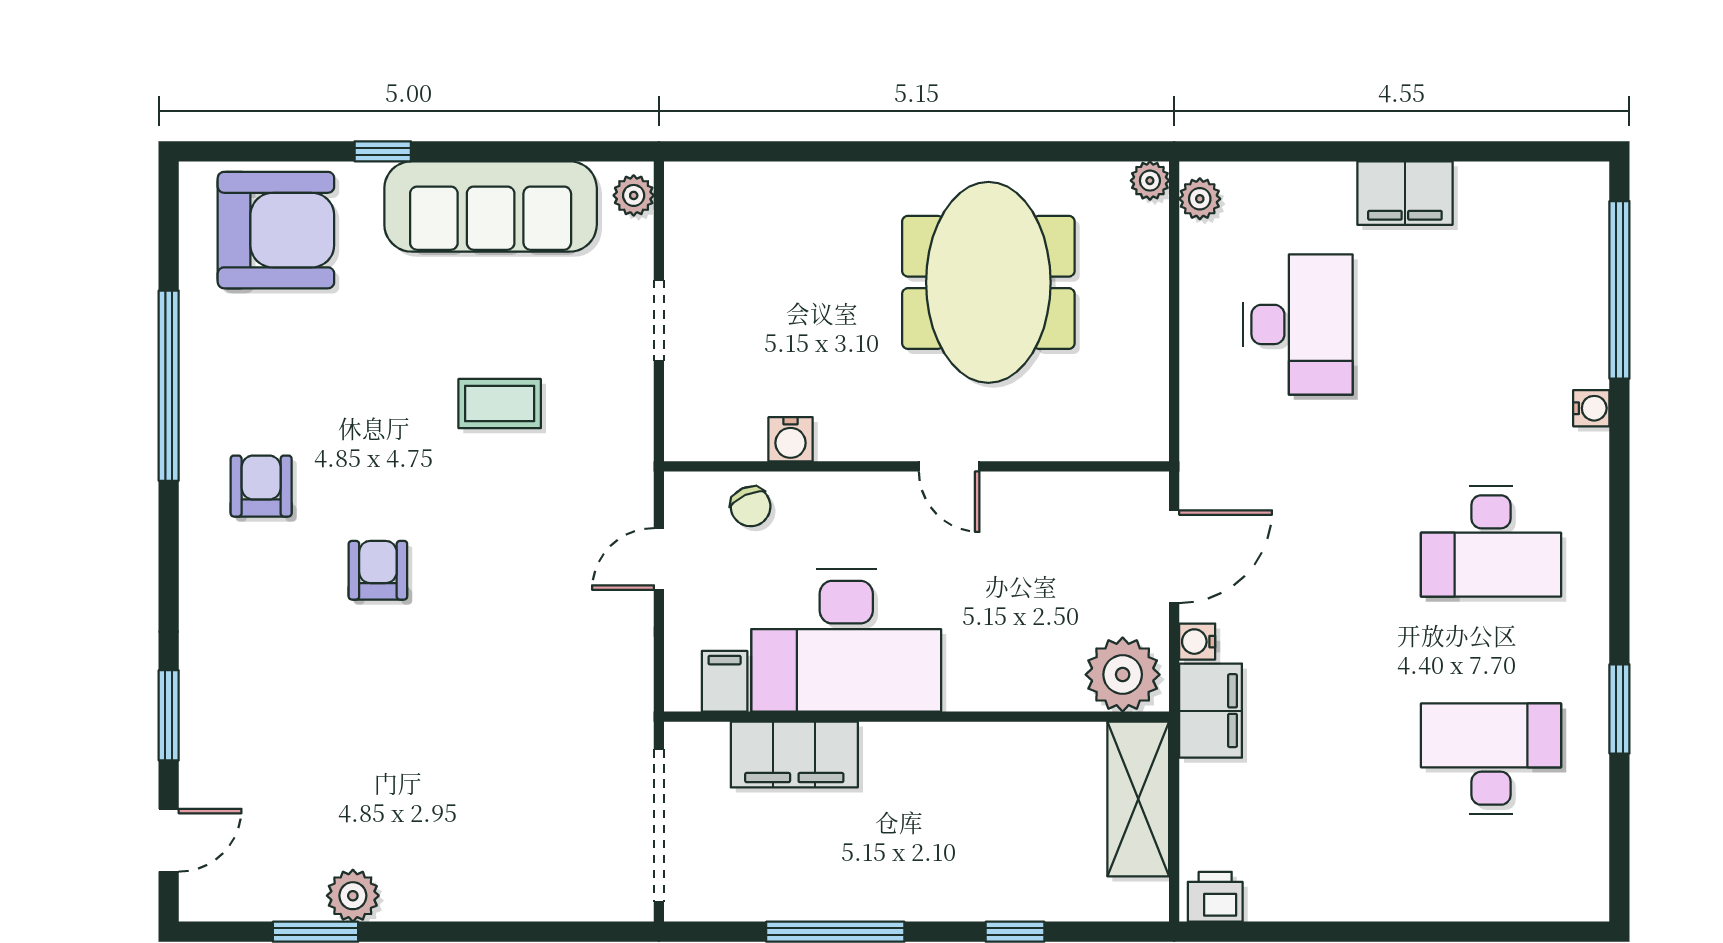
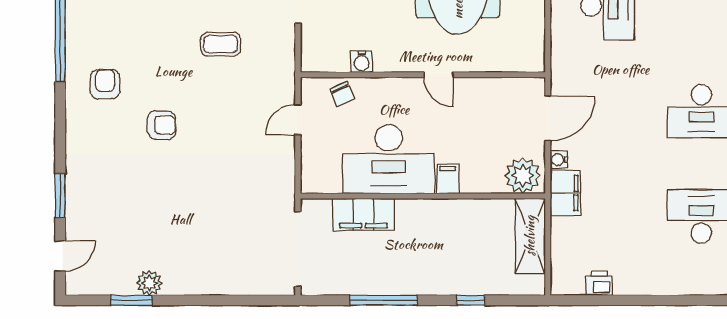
armchair: (378, 570) -> (162, 125), turned 90
filing cabinet: (725, 681) -> (448, 179), moved
printer: (1215, 897) -> (599, 283), moved

